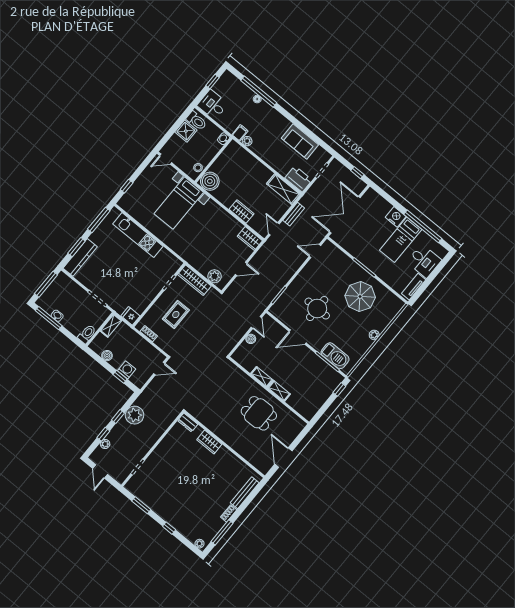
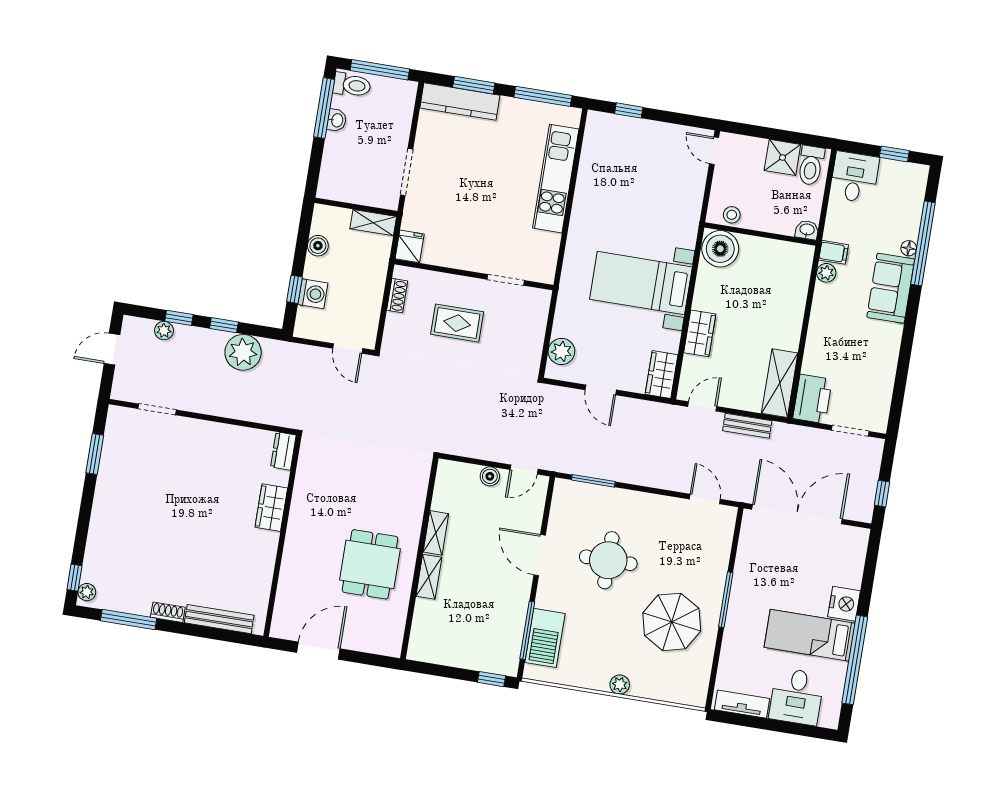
sofa: (300, 141) -> (891, 288), moved
bed with nightstands: (179, 203) -> (641, 283), moved
wardrobe: (194, 280) -> (535, 321), removed
toilet: (87, 334) -> (352, 85), moved
window: (169, 528) -> (75, 578), moved

